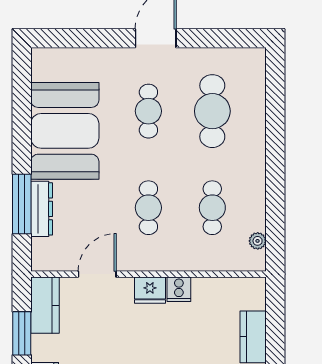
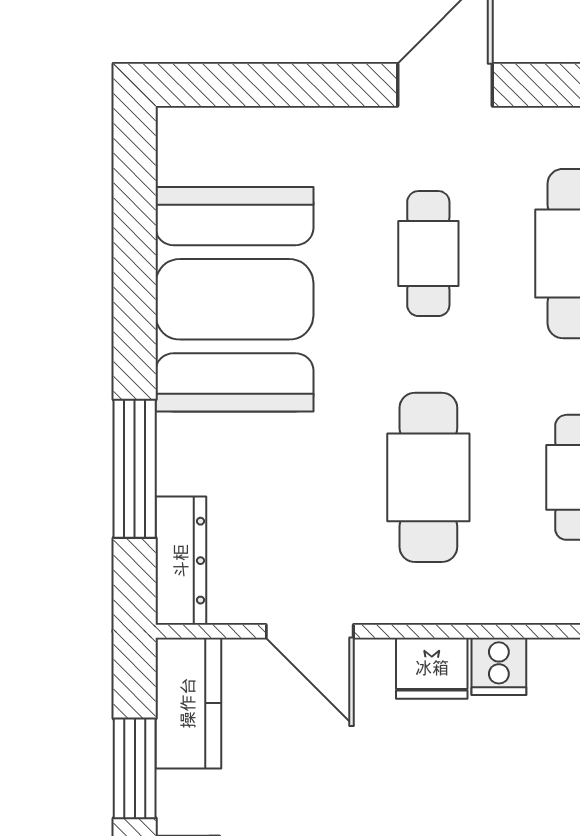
cafe table: (148, 208) -> (428, 477), width x1.37, depth x1.35
dresser: (42, 209) -> (181, 561), moved
door: (97, 274) -> (310, 631), swing flipped

